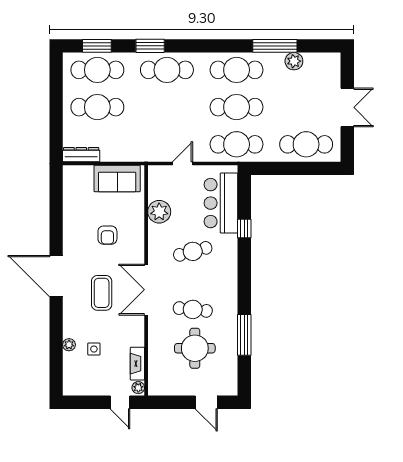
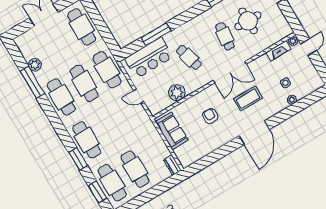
dresser: (81, 155) -> (172, 165), width x0.70
window: (244, 228) -> (156, 34), width x2.17
armchair: (107, 235) -> (210, 116), turned -90

